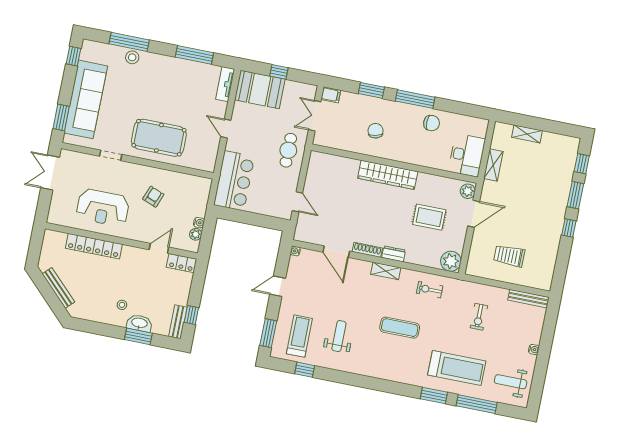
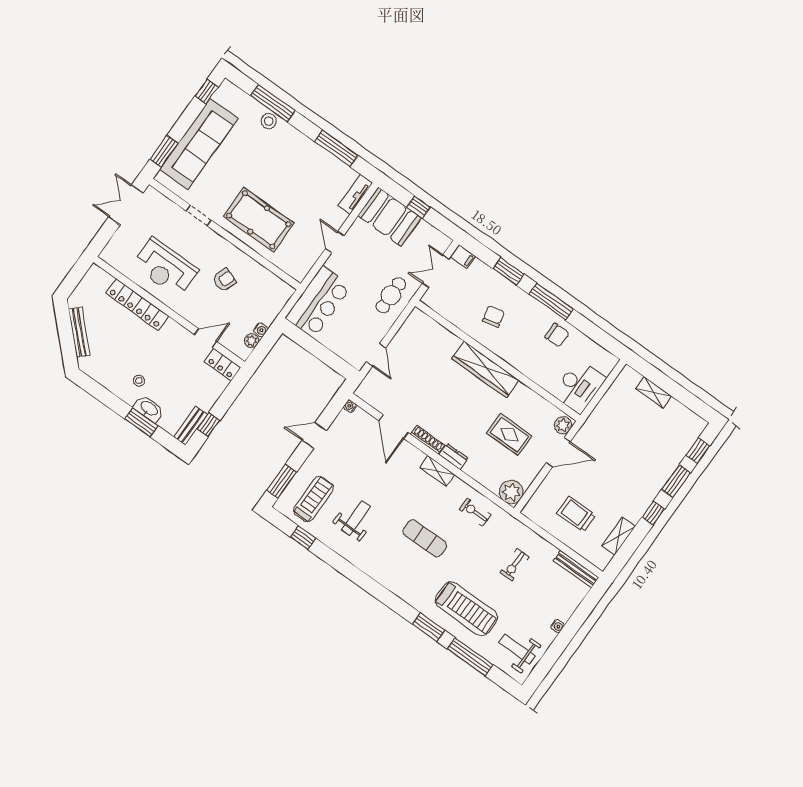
shelving: (493, 165) -> (619, 536), moved

